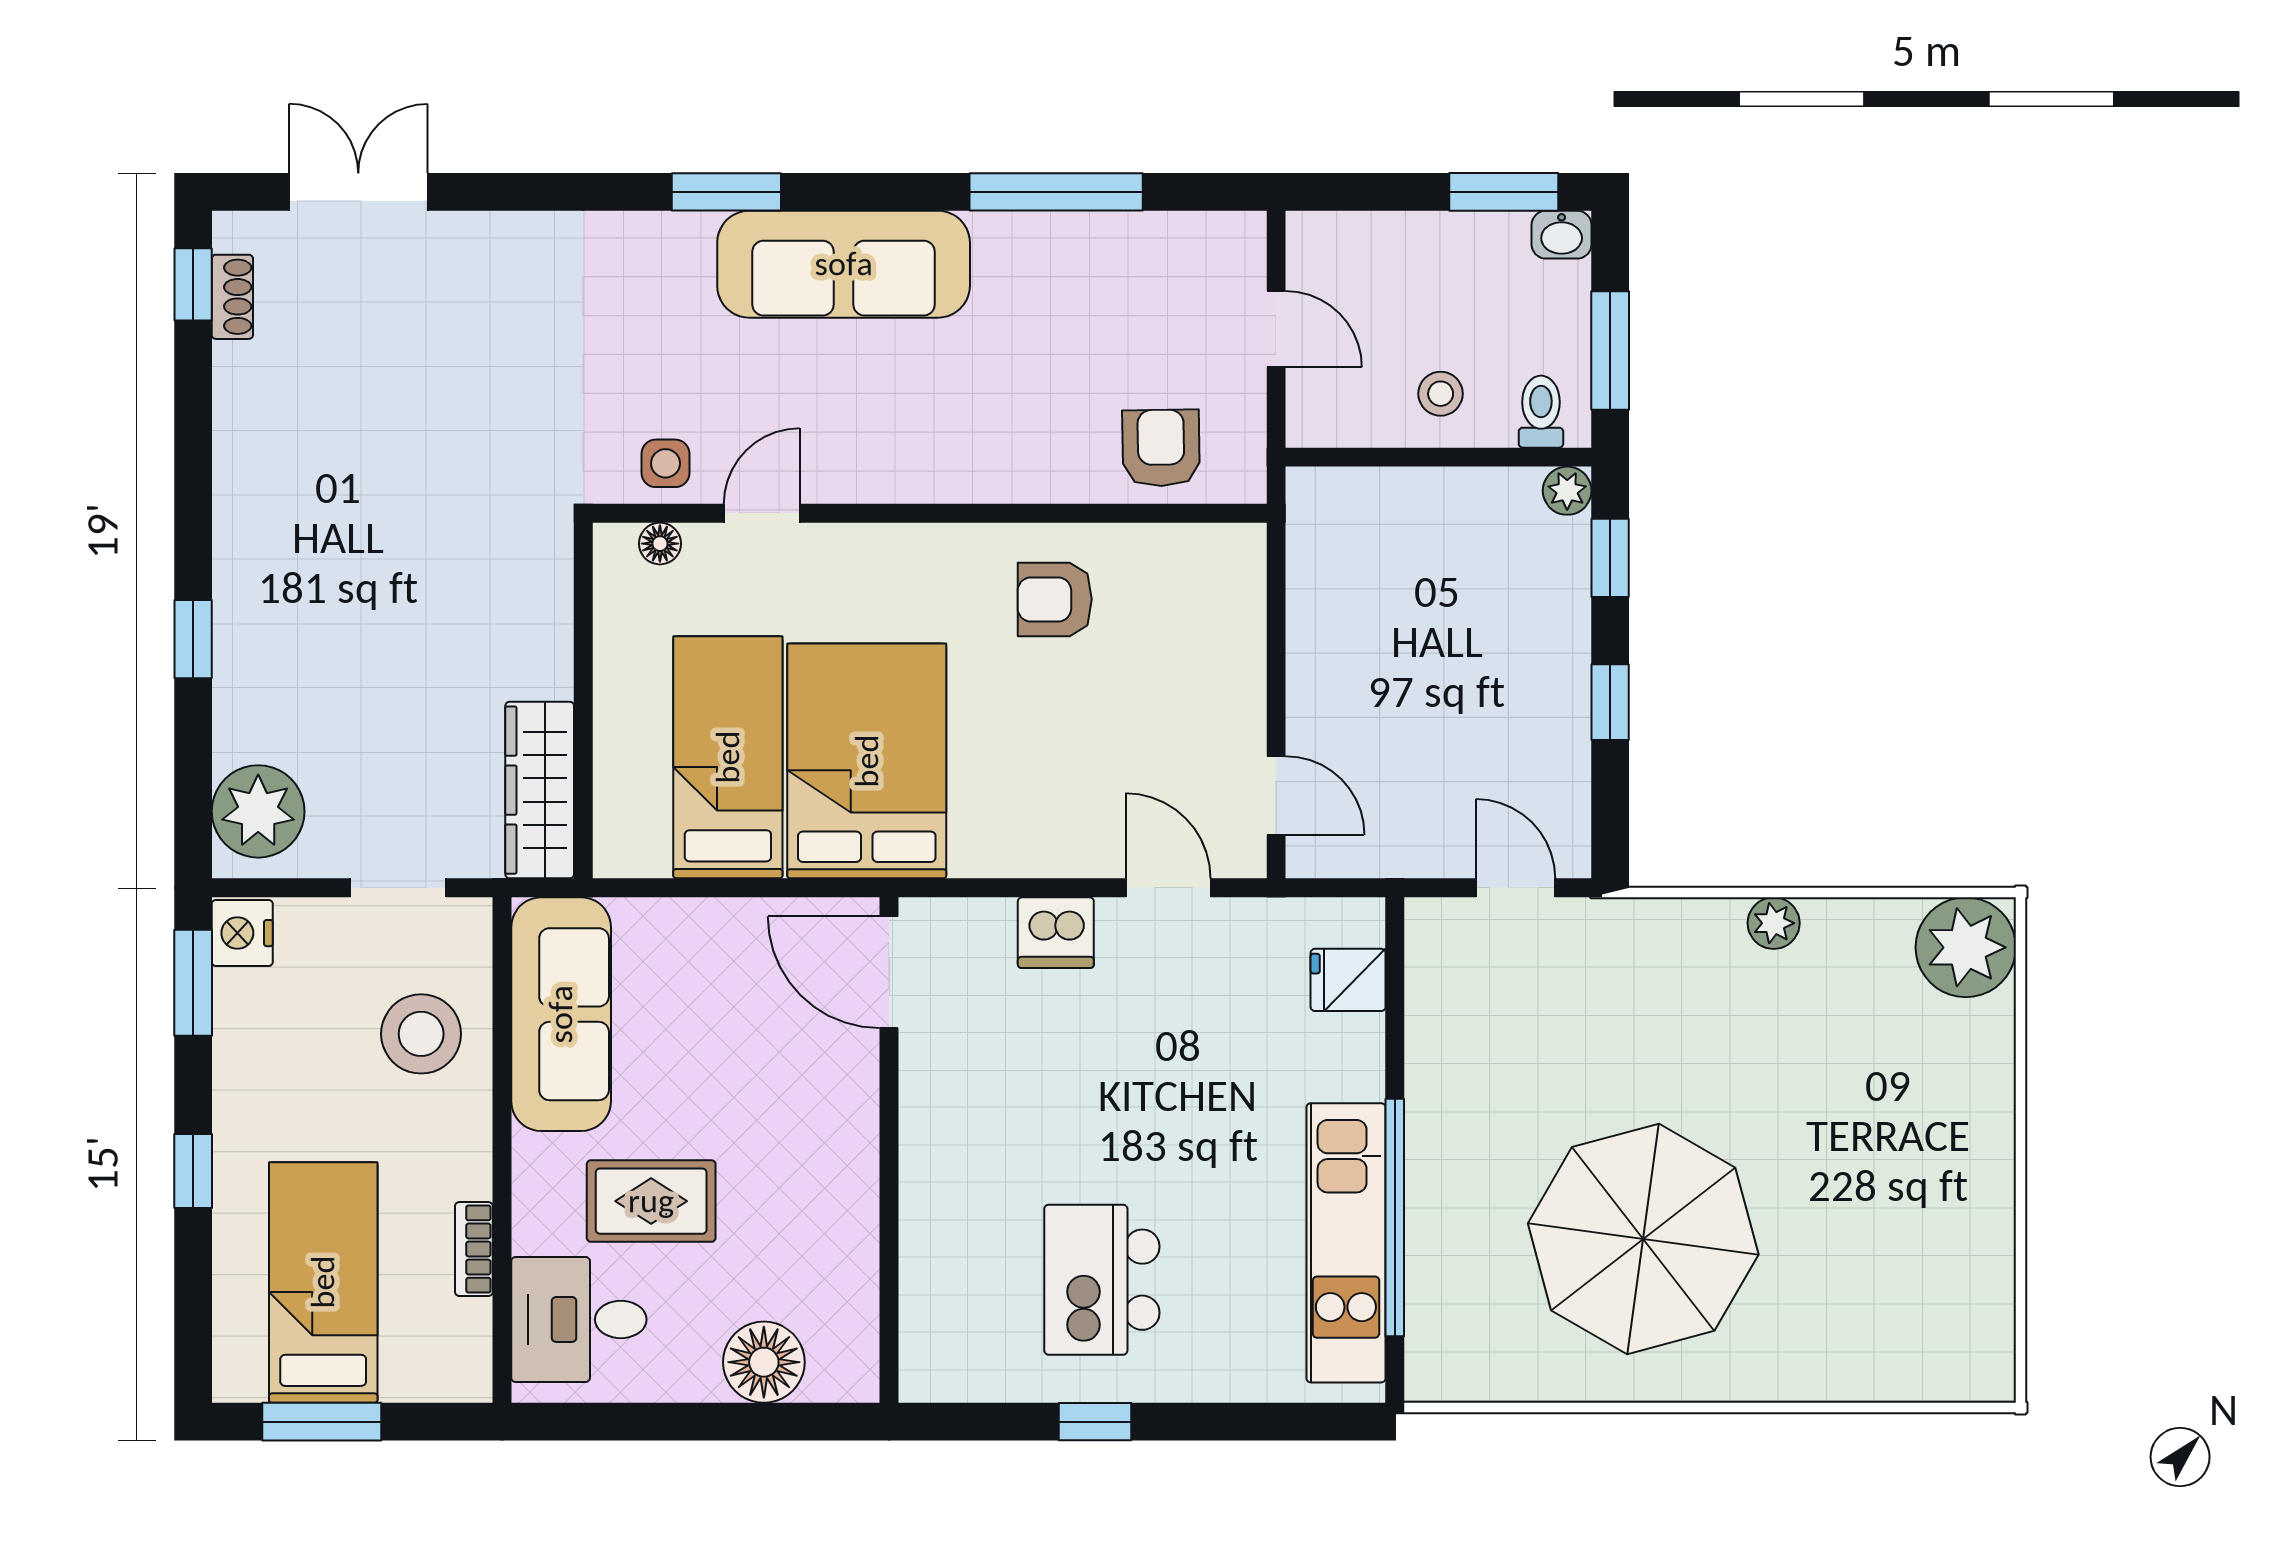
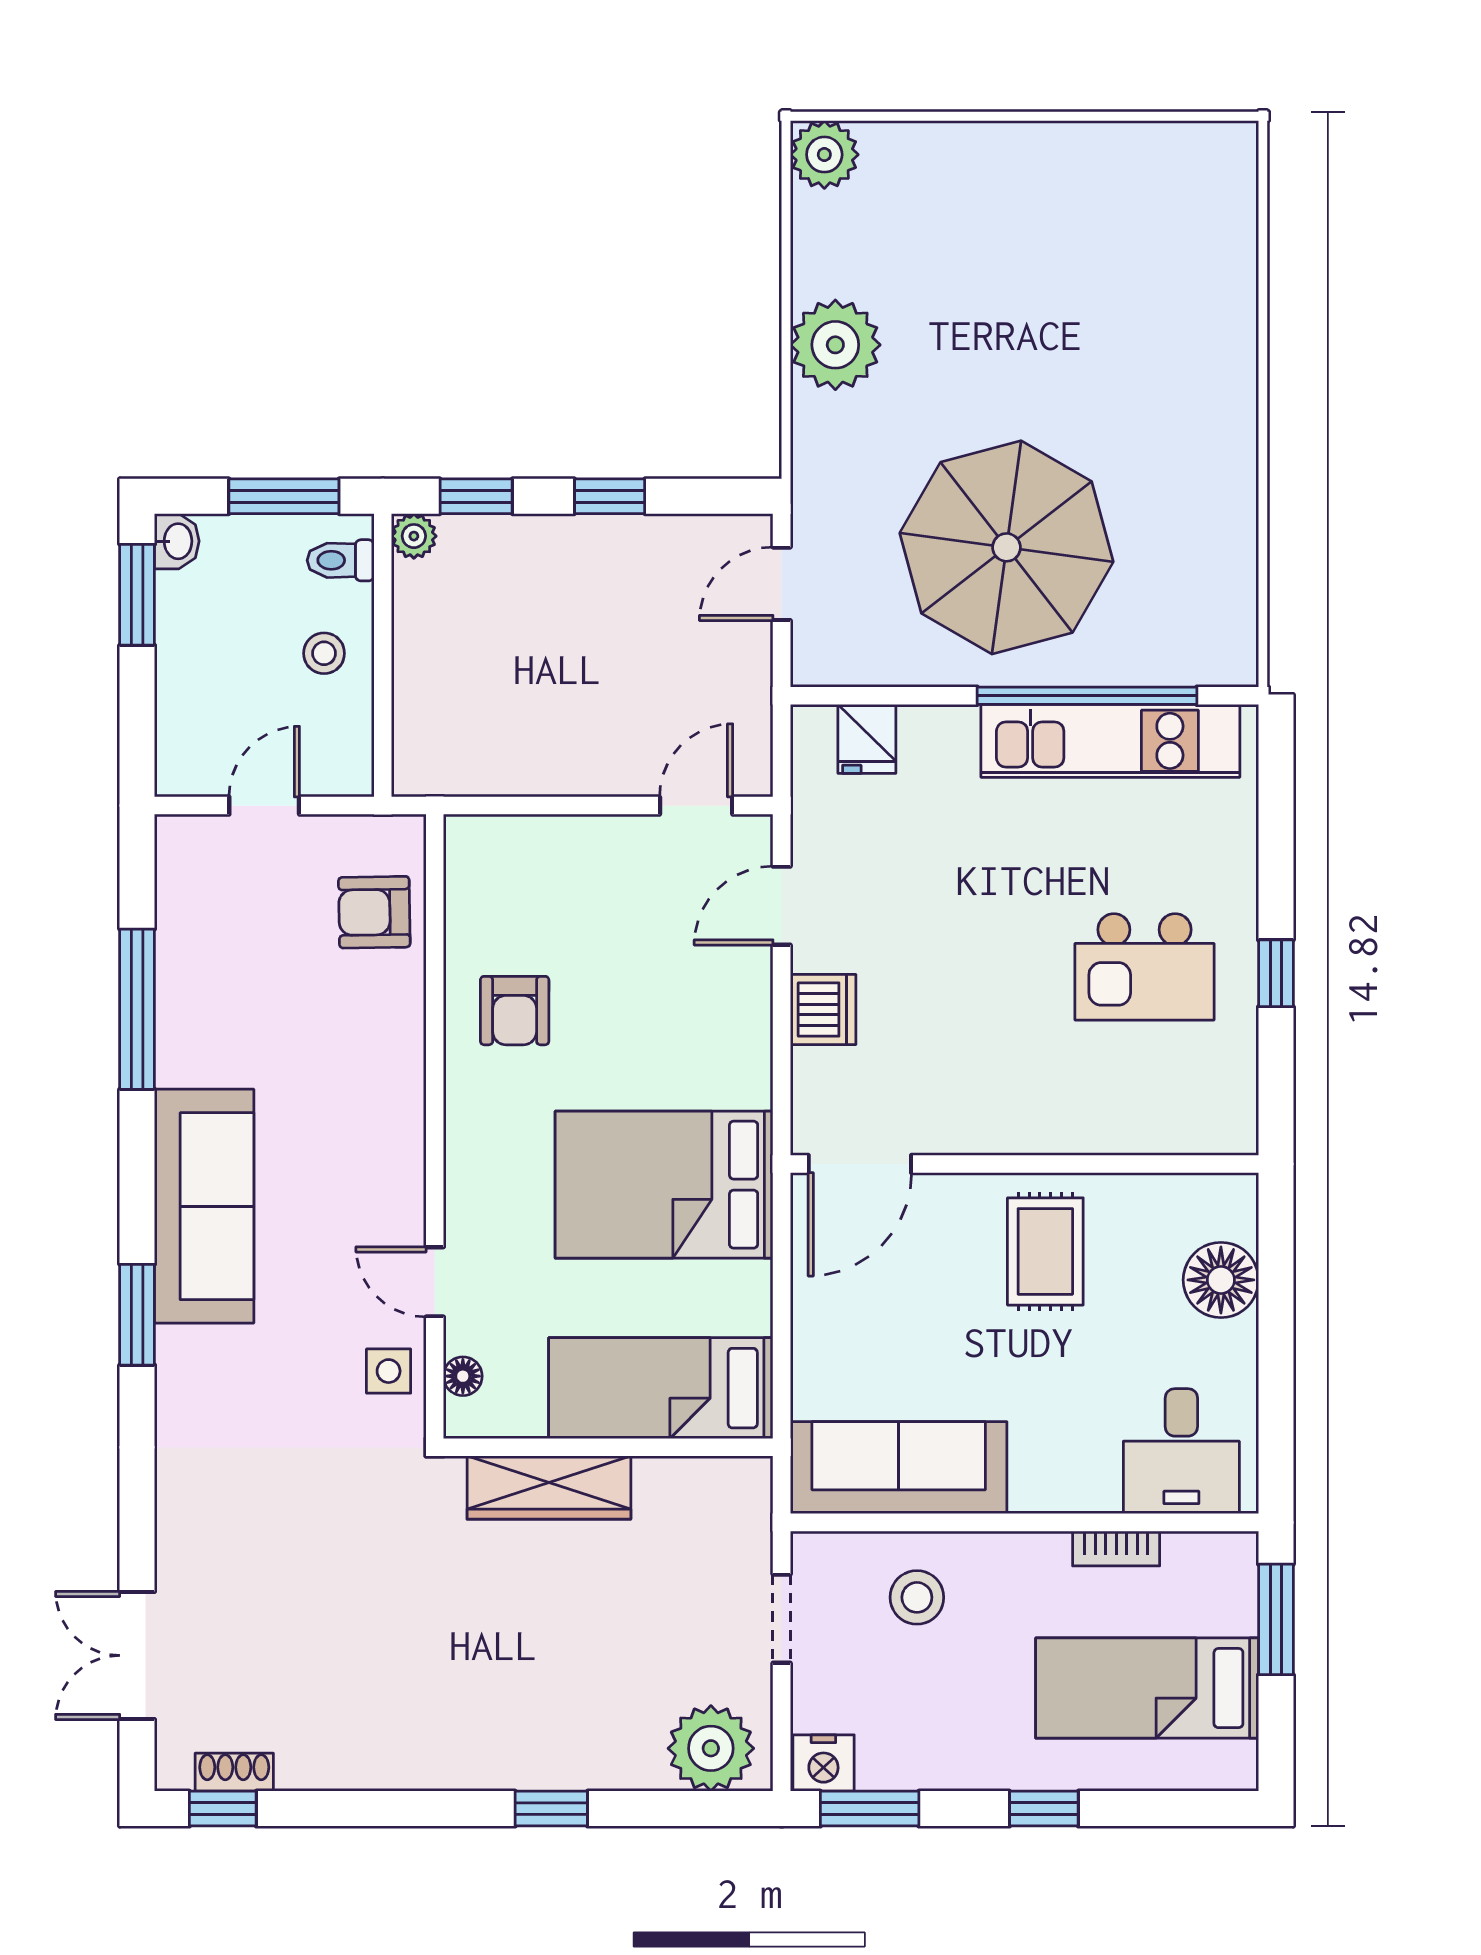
bed: (728, 757) -> (661, 1388), moved
wardrobe: (540, 790) -> (549, 1488), moved
plant: (1774, 923) -> (835, 345), width x1.87, depth x1.87
plant: (1966, 947) -> (824, 155), width x0.73, depth x0.73
stool: (421, 1034) -> (917, 1597), width x0.73, depth x0.73
rug: (651, 1201) -> (1045, 1251), moved
parasol: (1643, 1239) -> (1006, 547), moved
window: (322, 1422) -> (1276, 1619), moved

